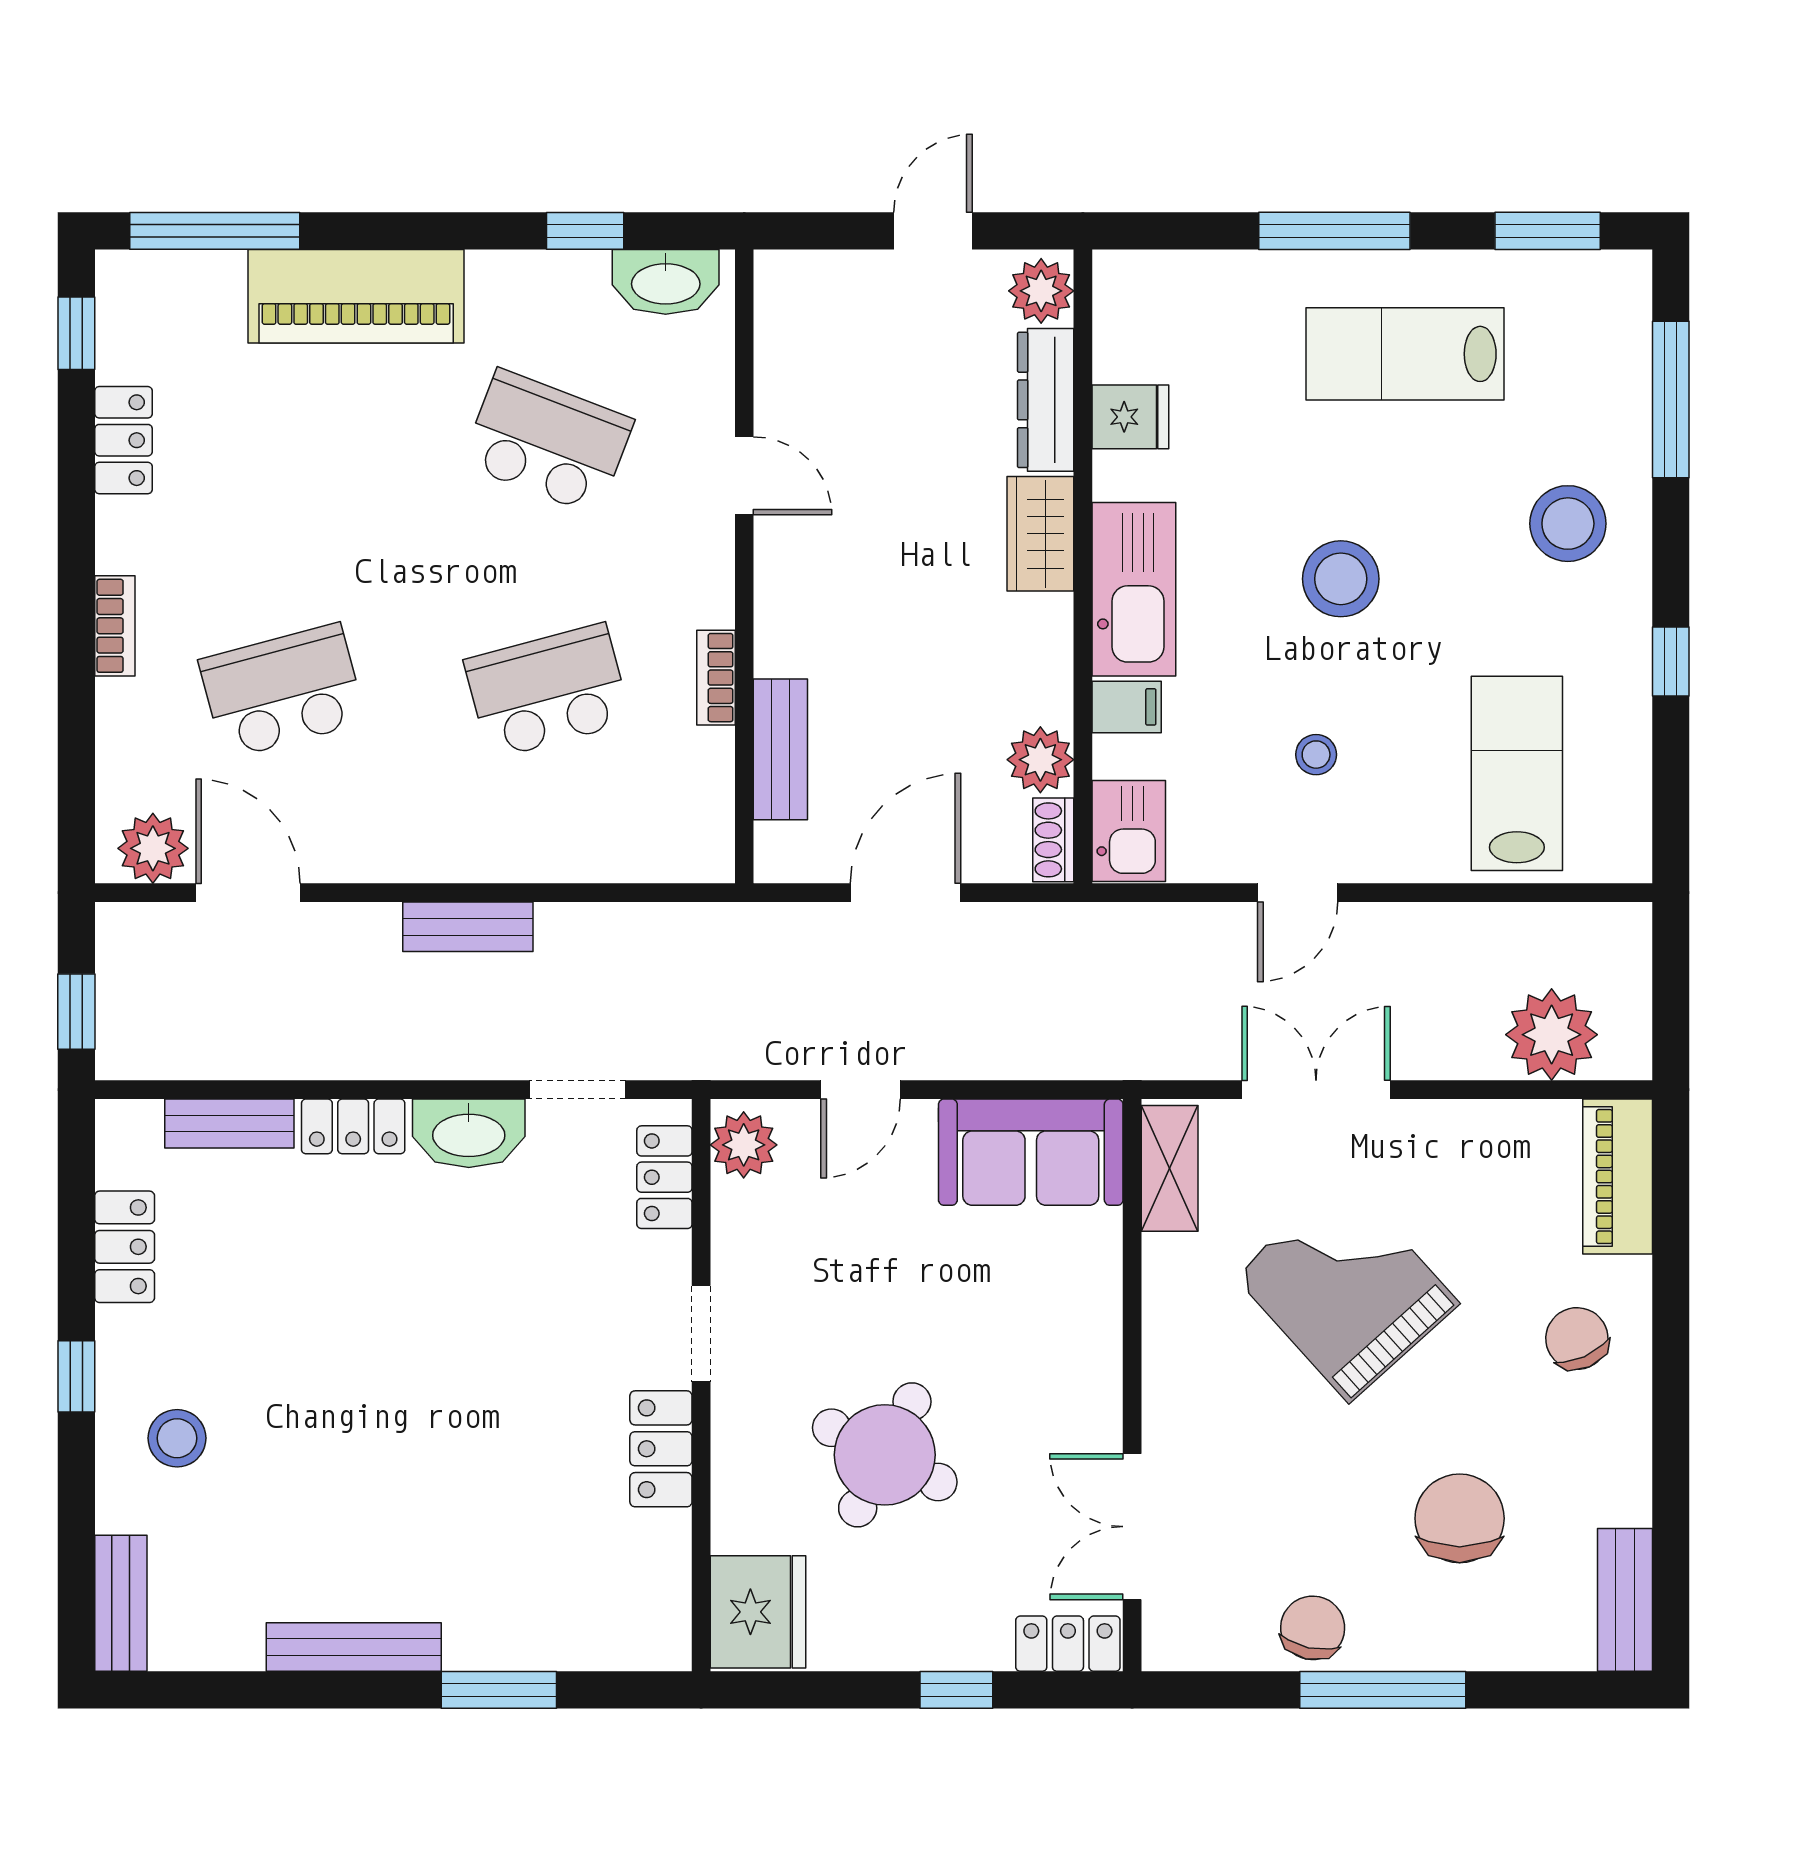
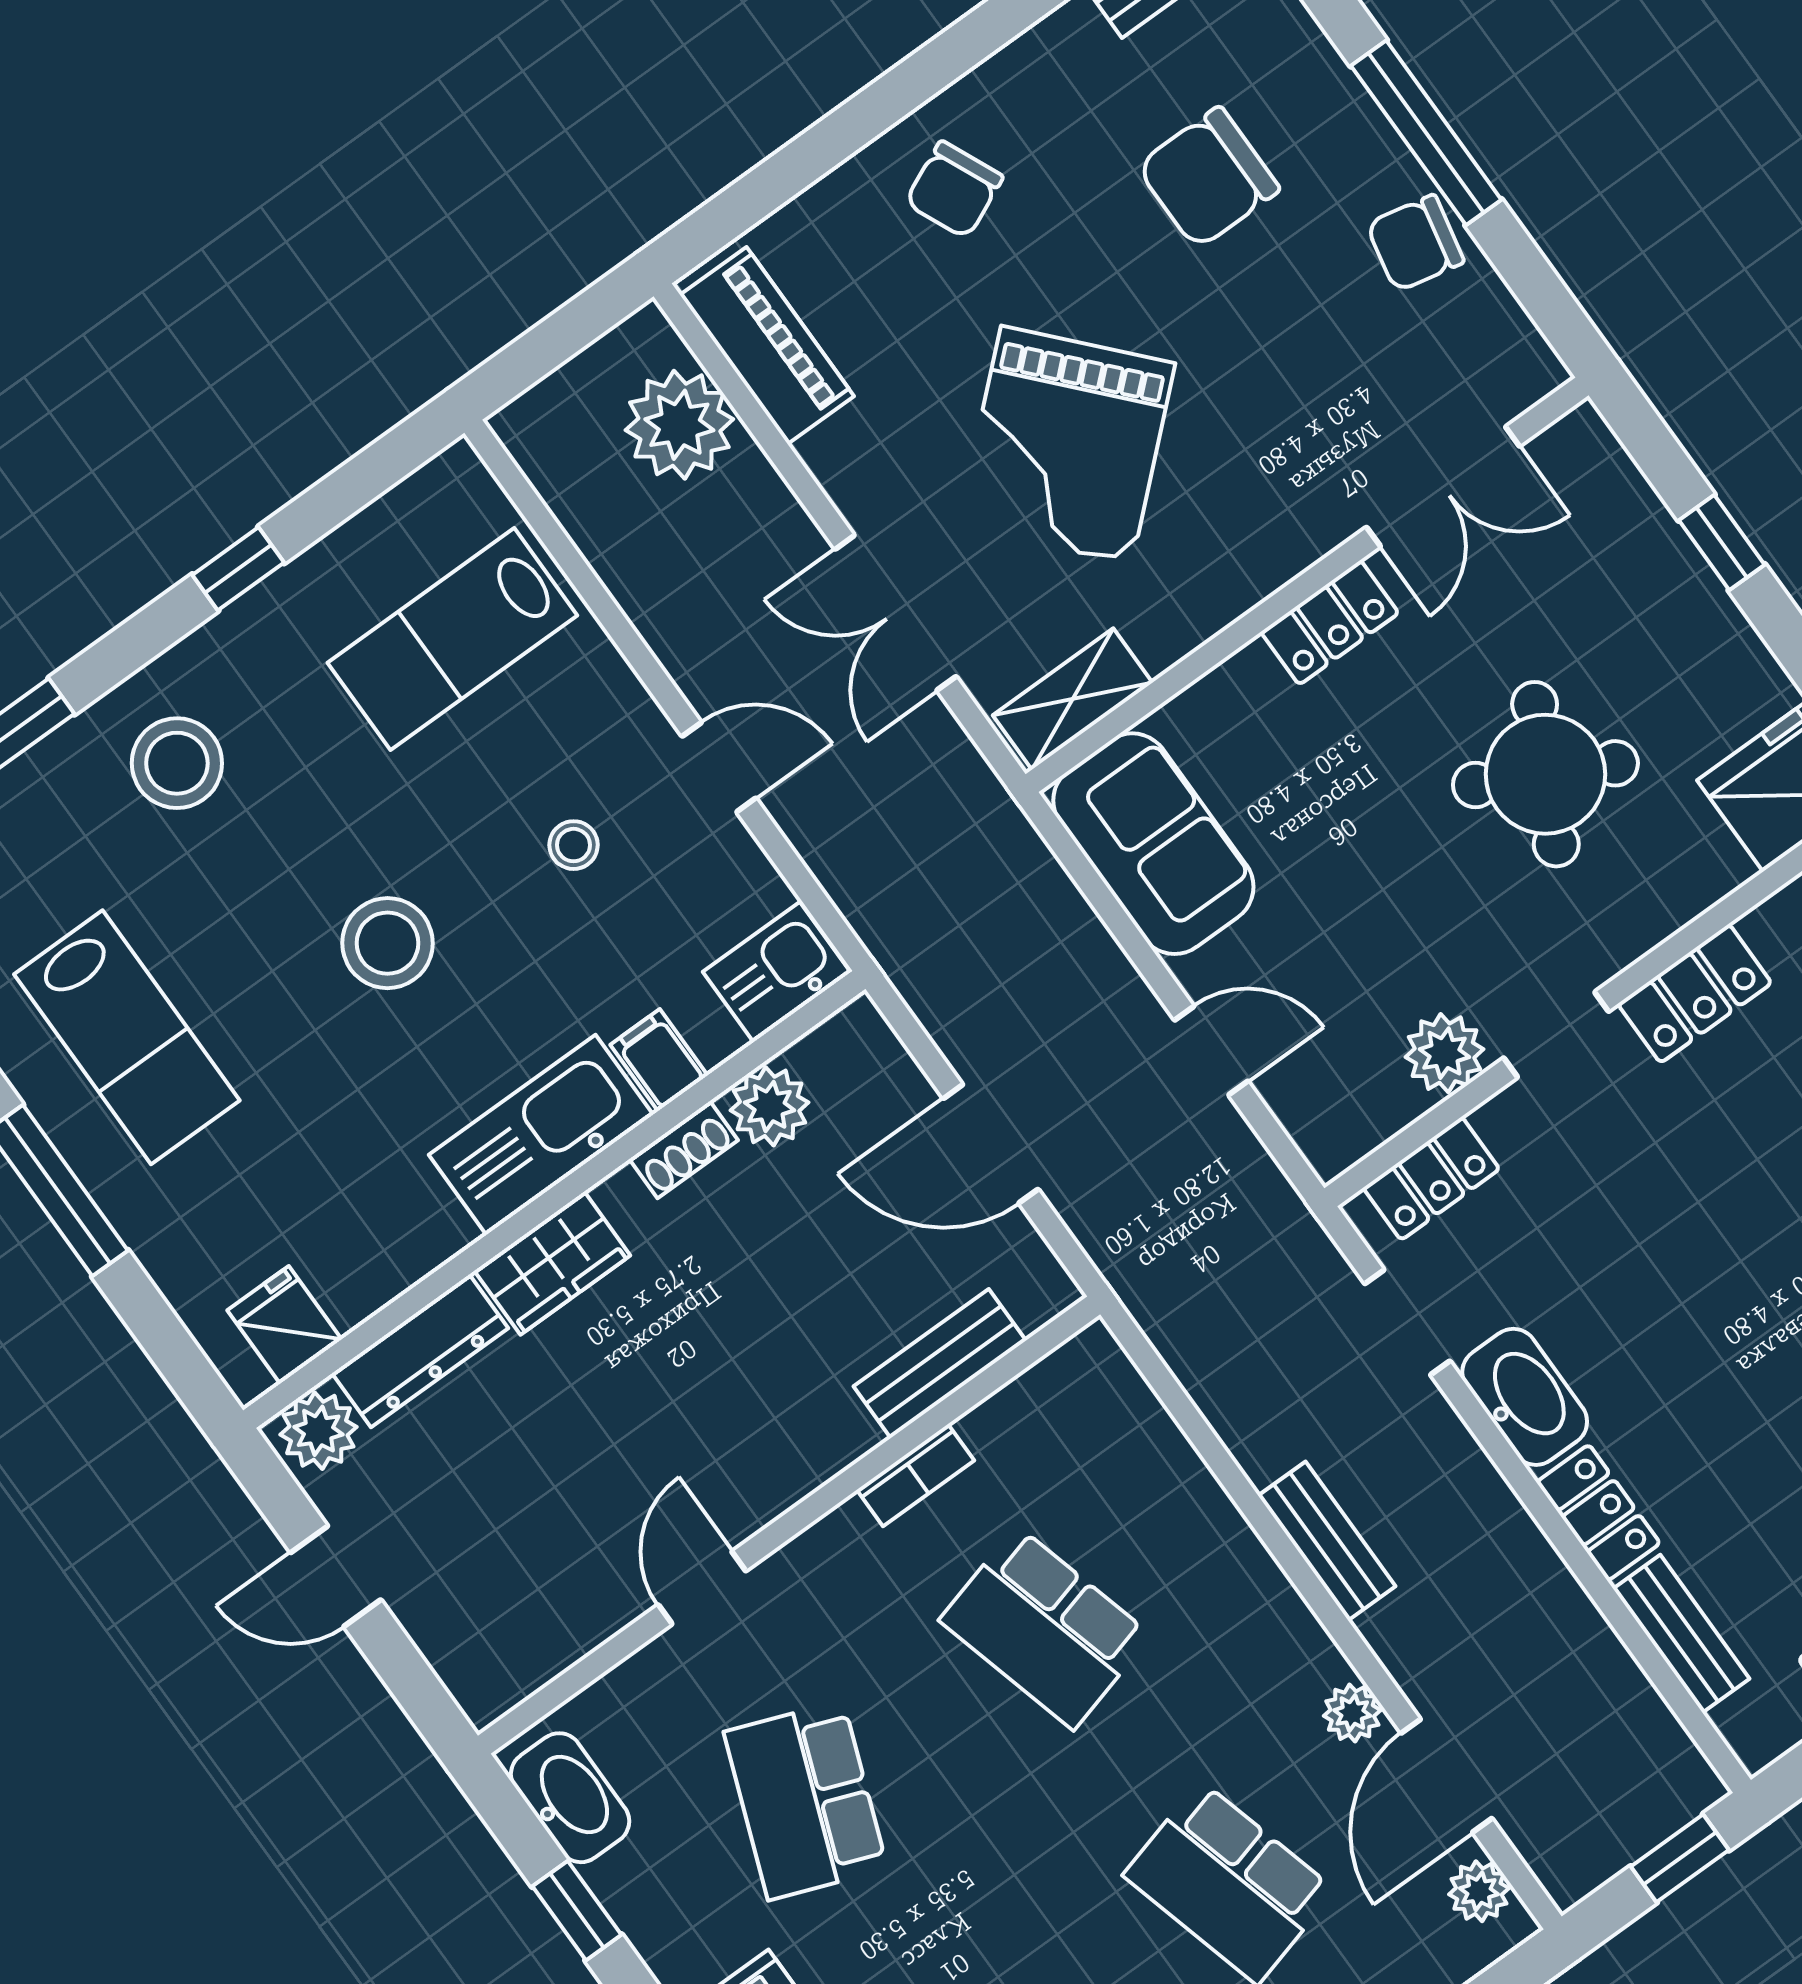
fridge: (1130, 417) -> (284, 1325), moved
shoe rack: (1053, 840) -> (684, 1150), moved
plant: (153, 848) -> (1479, 1891), width x0.73, depth x0.73
plant: (337, 859) -> (1352, 1713), added
plant: (744, 1145) -> (1444, 1053), moved
piano: (1618, 1177) -> (767, 345), moved, turned -90
locker: (1068, 1644) -> (1330, 622), moved, turned -90

